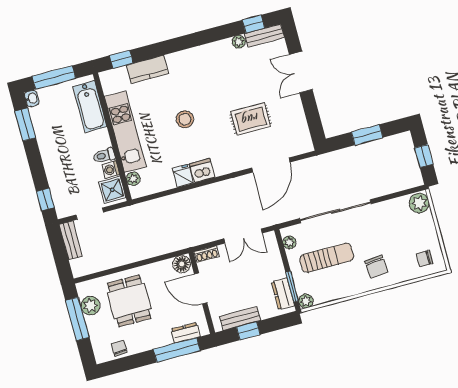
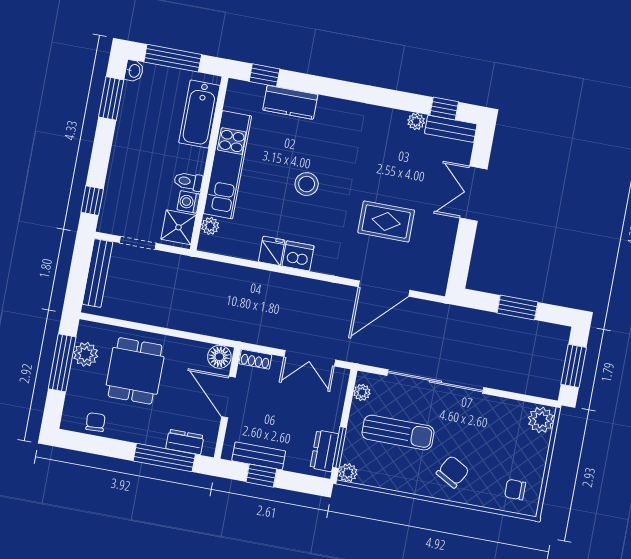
window: (424, 156) -> (574, 366), width x1.50
bench: (71, 240) -> (98, 273), width x1.36
chair: (376, 267) -> (453, 472), turned -146

